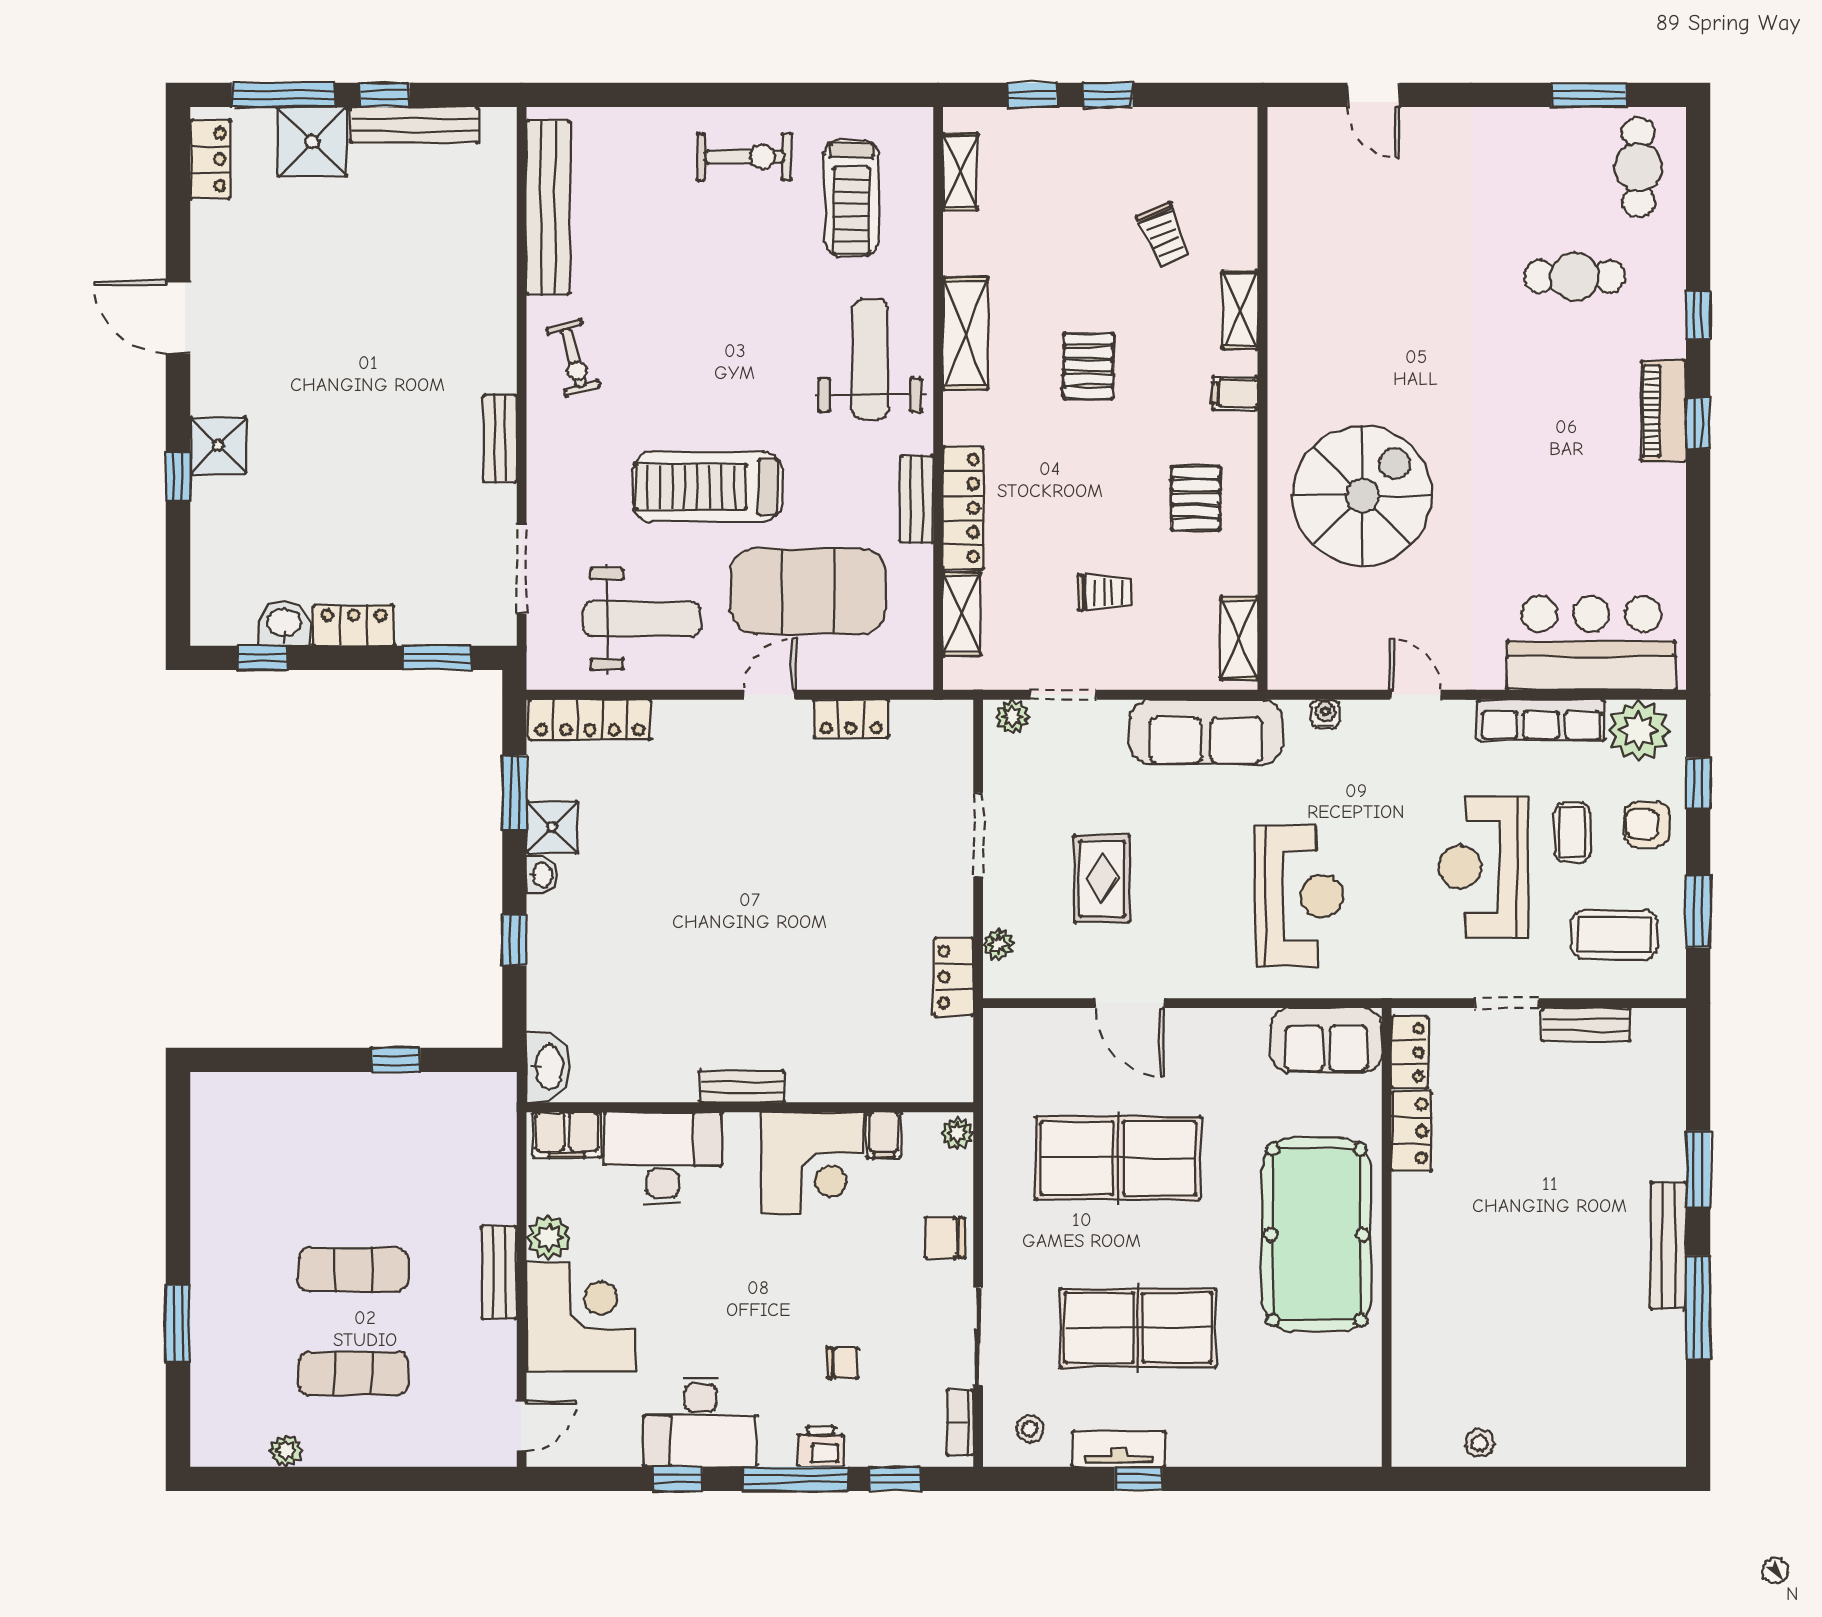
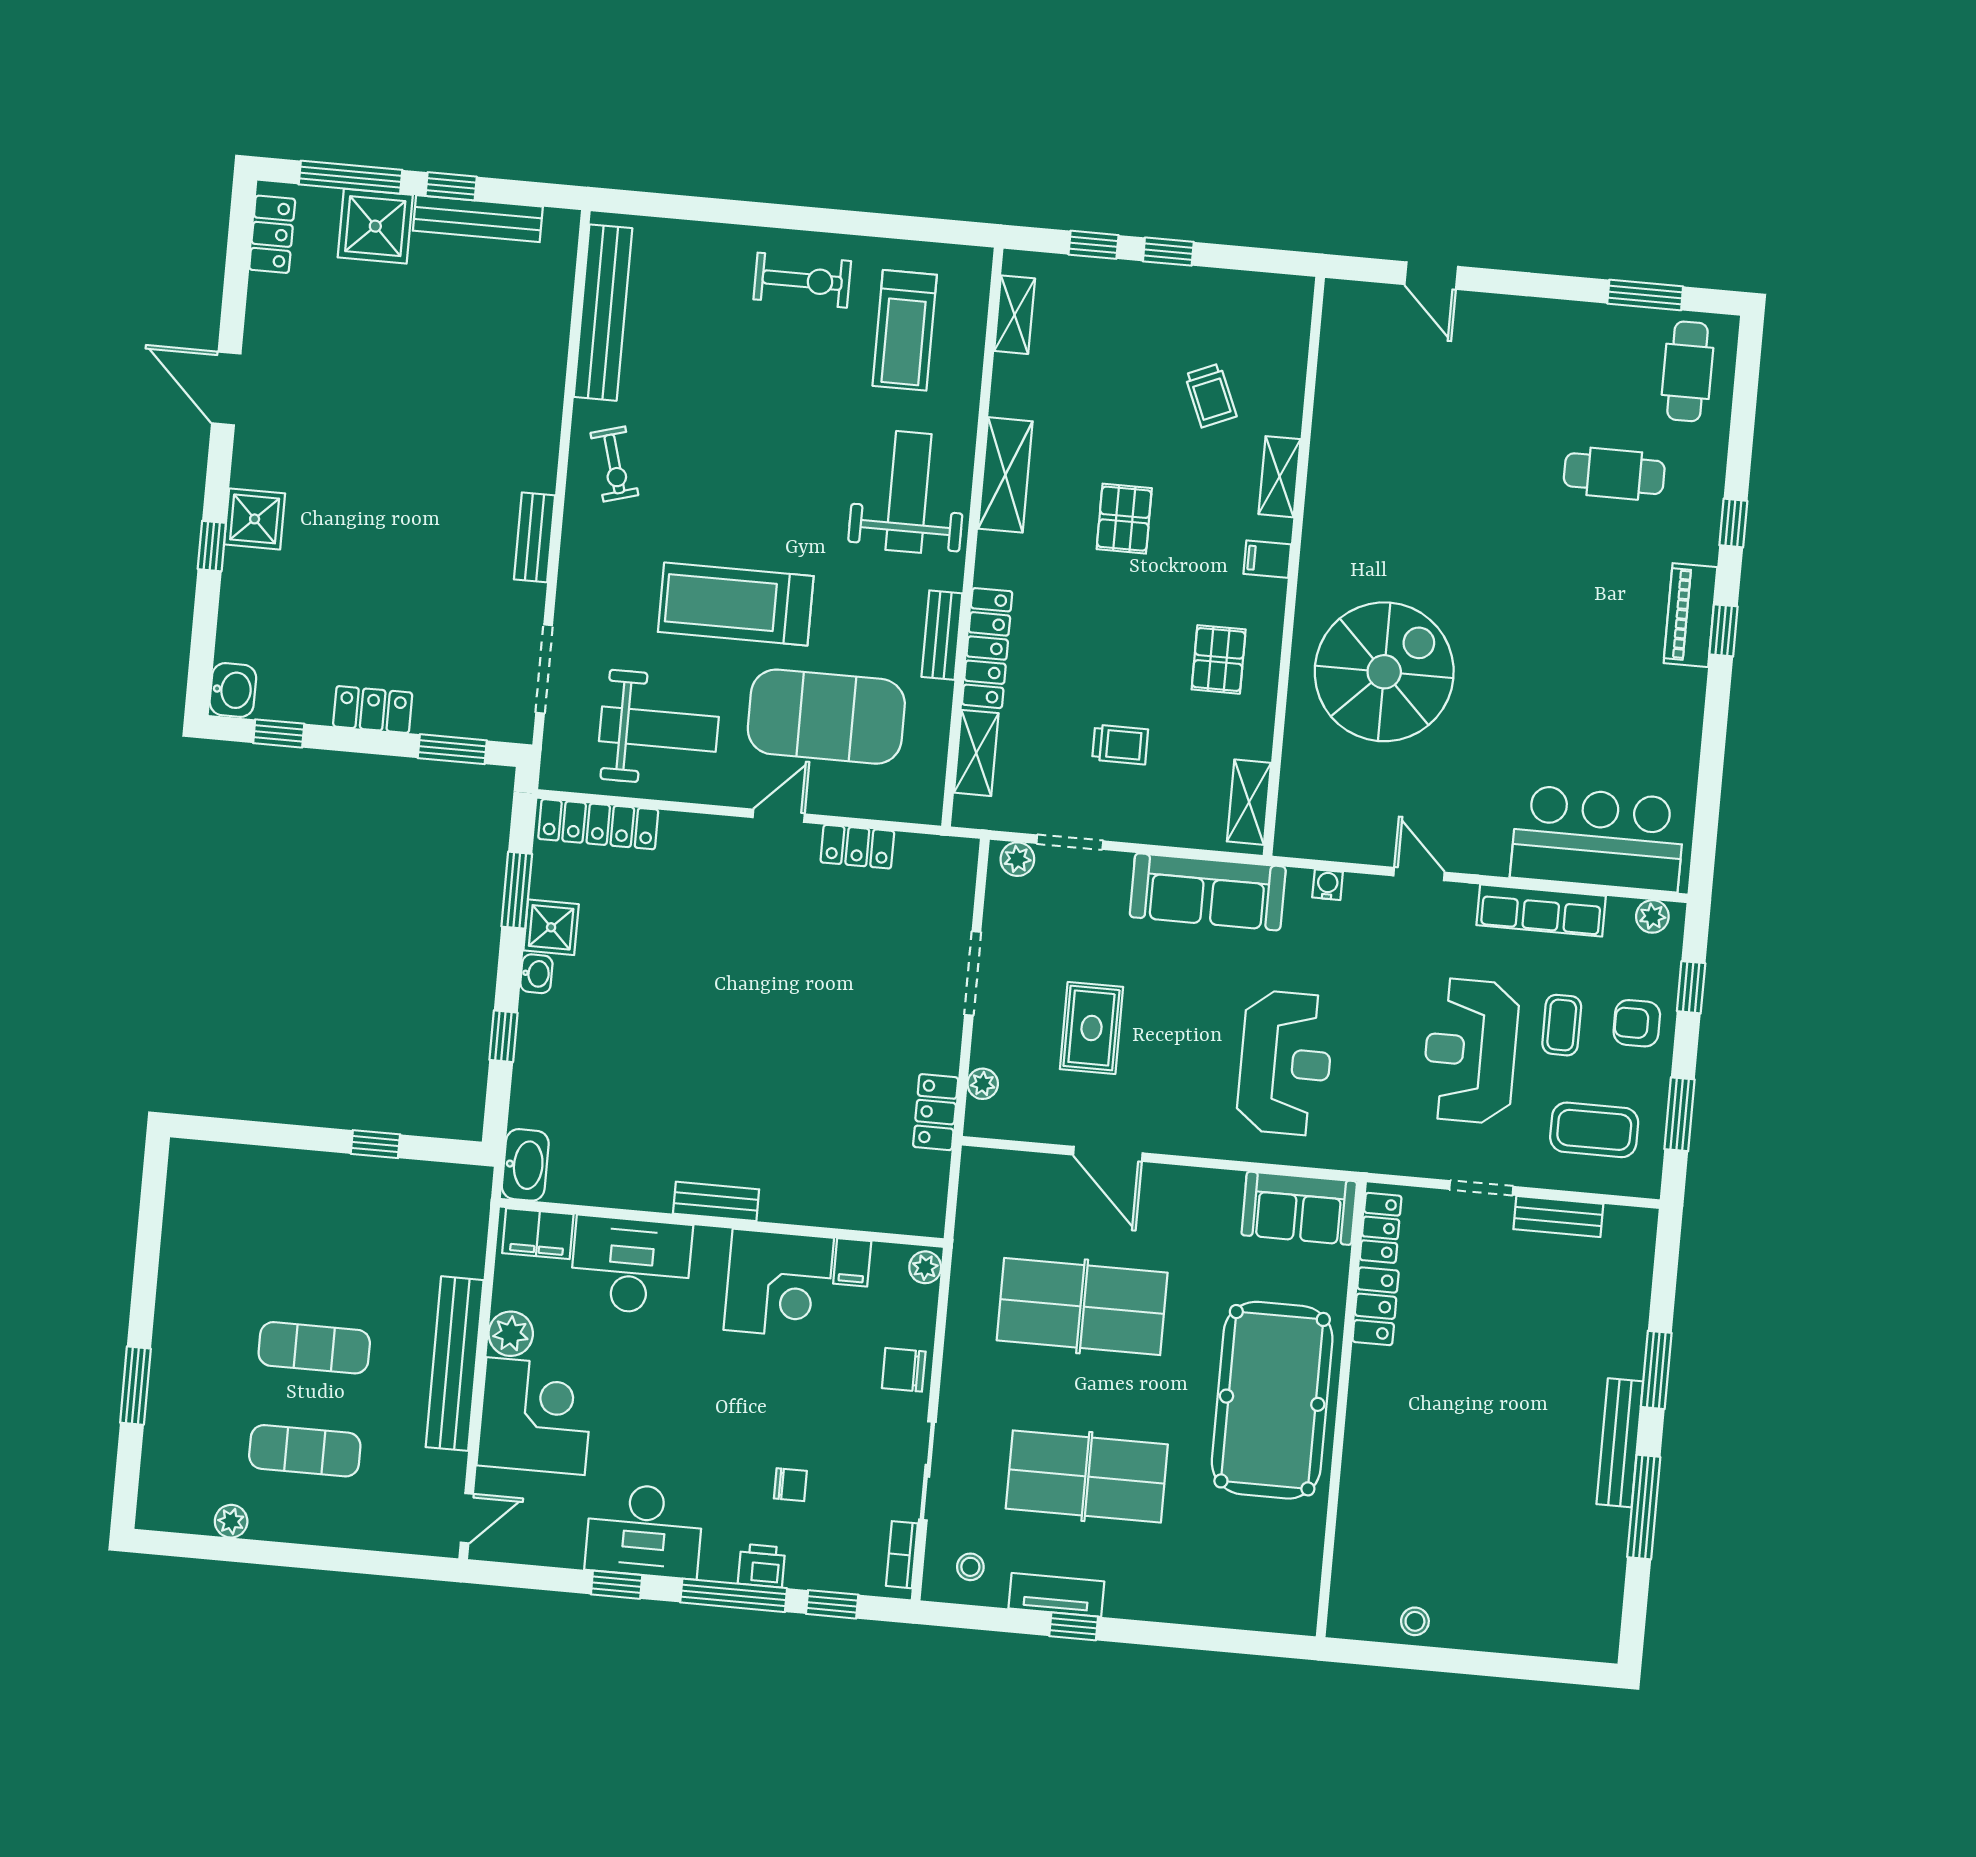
washbasin: (284, 624) -> (233, 690), moved, turned 90
plant: (1639, 730) -> (1652, 916), width x0.53, depth x0.53
bench: (499, 1272) -> (455, 1364), width x1.86, depth x1.21

